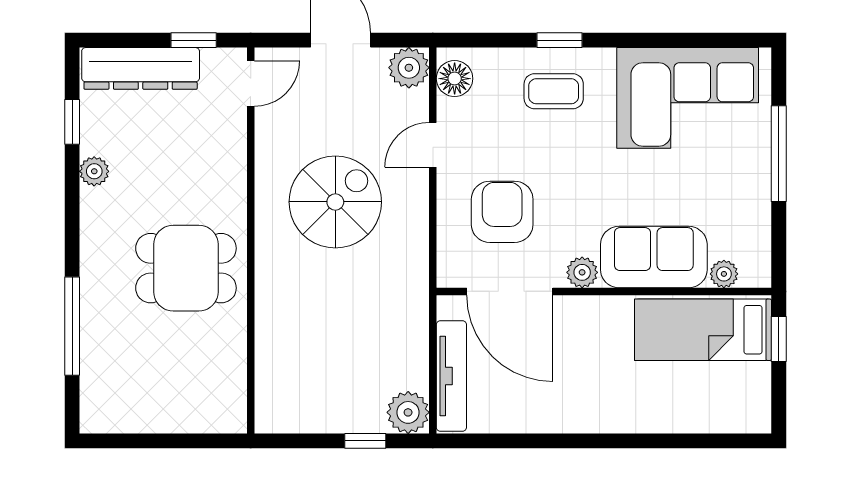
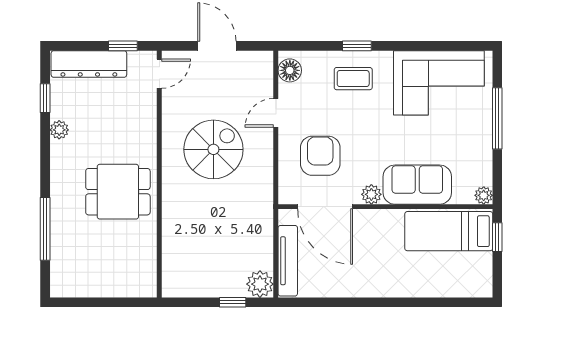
plant: (409, 68) -> (261, 64), removed
plant: (724, 274) -> (484, 195), moved

